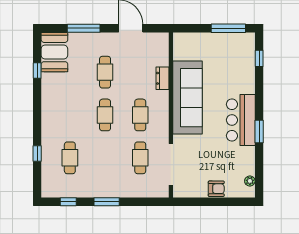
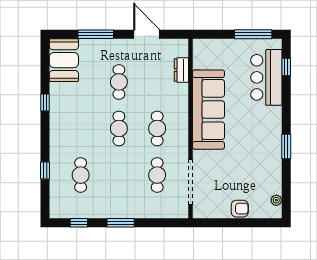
window: (37, 71) -> (45, 103), moved
dresser: (162, 78) -> (181, 70), moved
bar counter: (241, 120) -> (266, 77), moved

